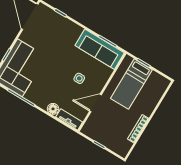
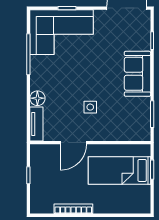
sofa: (100, 49) -> (137, 74), moved, width x0.73
door: (96, 103) -> (73, 143), swing flipped

